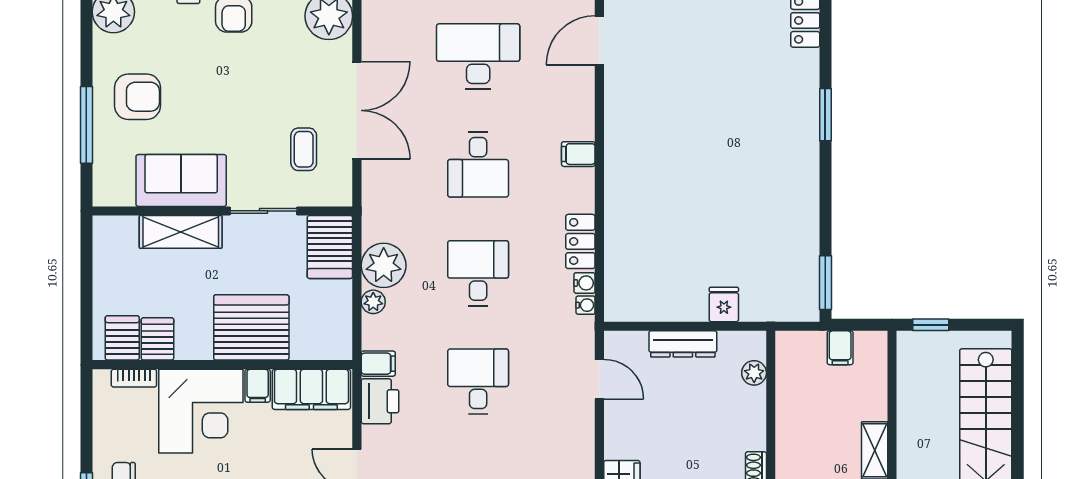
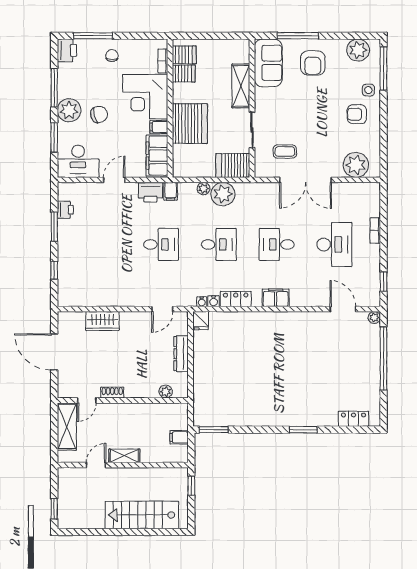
filing cabinet: (578, 154) -> (276, 298), width x2.00
sofa: (181, 180) -> (268, 63), moved
fridge: (724, 304) -> (201, 321), moved, turned 90

